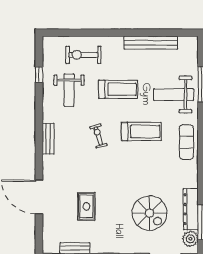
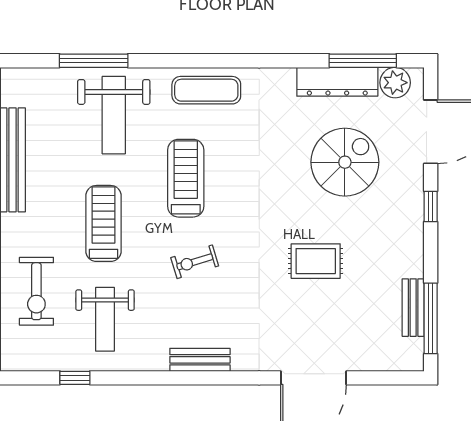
weight bench: (69, 90) -> (105, 319), turned 90
rug: (86, 206) -> (316, 261), moved

